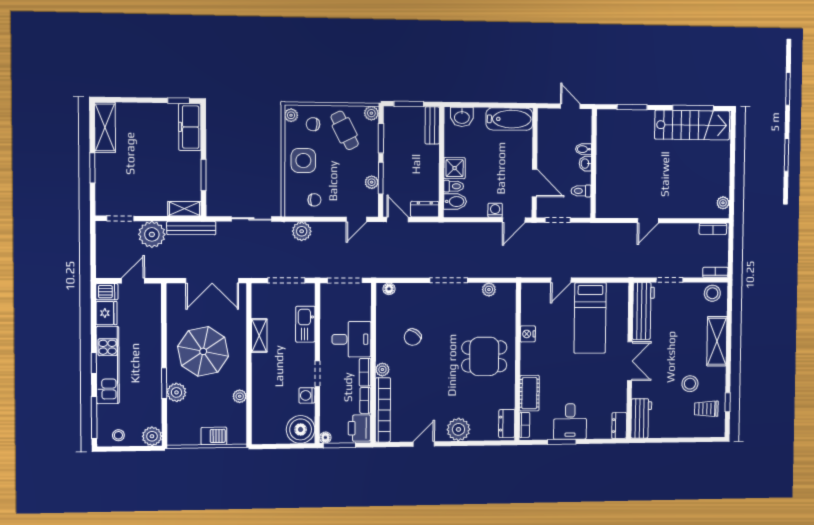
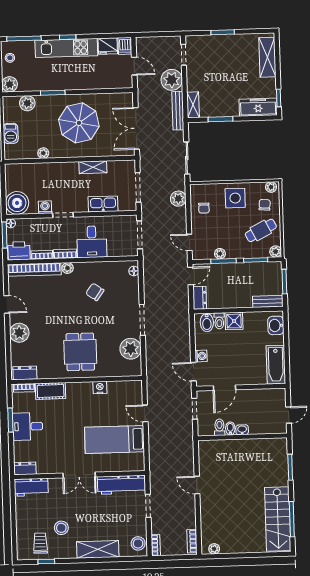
shelving: (105, 127) -> (267, 57), moved, turned 90
bidet: (583, 149) -> (230, 428), moved
plant: (489, 290) -> (131, 349), width x1.88, depth x1.88
plant: (176, 392) -> (27, 103), moved

